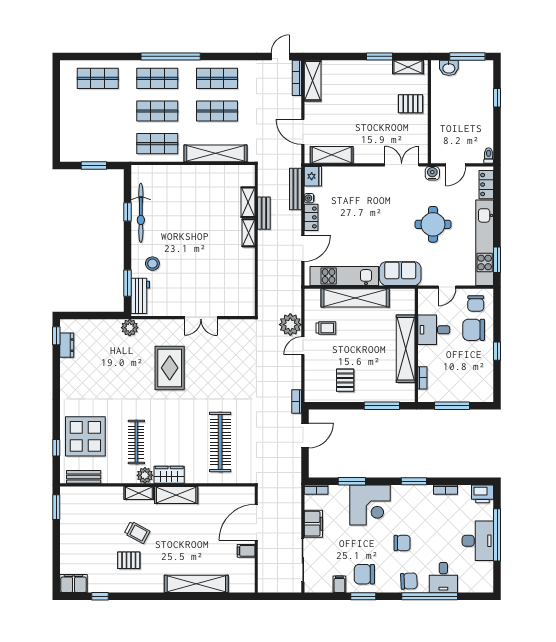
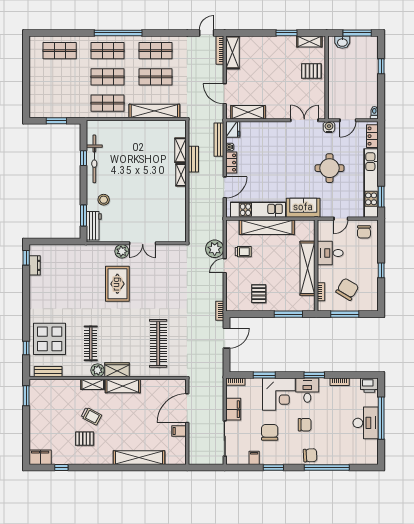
plant: (130, 328) -> (122, 251), moved
chair: (474, 330) -> (347, 289), moved, turned 121
chair: (364, 574) -> (270, 432), moved, turned 90
desk: (443, 577) -> (307, 390), moved, turned 180

